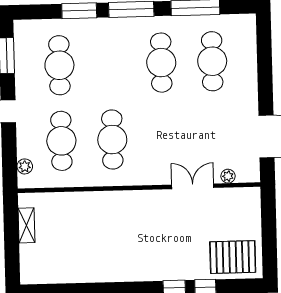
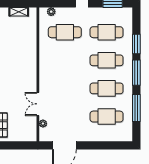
cafe table: (112, 140) -> (107, 60), moved
double door: (193, 186) -> (38, 104), swing flipped

